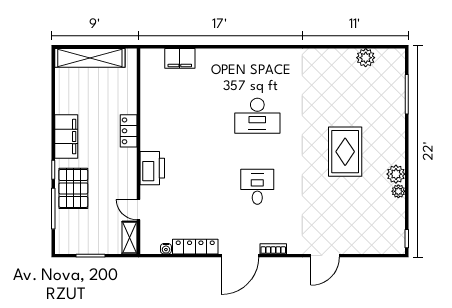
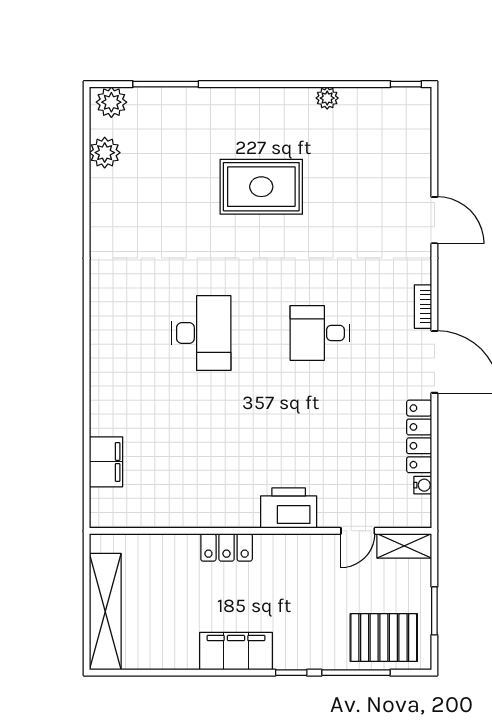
plant: (396, 174) -> (111, 102), moved
pallet: (73, 188) -> (384, 638), moved

